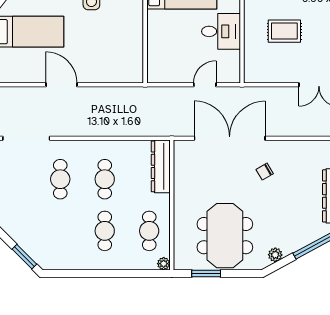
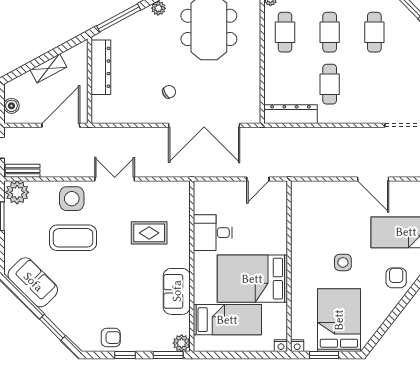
door: (205, 85) -> (258, 179), moved
dresser: (161, 166) -> (291, 114), moved, turned -90
cafe table: (60, 179) -> (374, 32), moved

